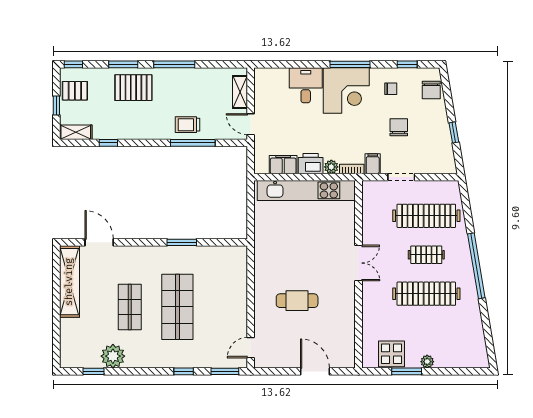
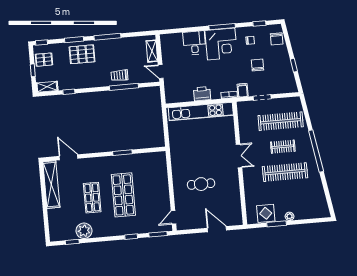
filing cabinet: (283, 165) -> (184, 96), removed
plant: (331, 167) -> (216, 95), removed

